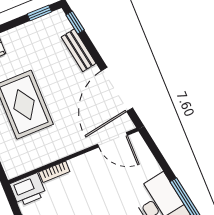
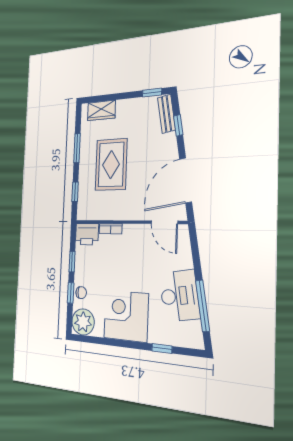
window: (75, 22) -> (178, 125), moved
bench: (79, 50) -> (166, 114), moved

